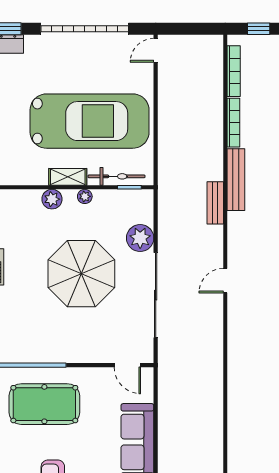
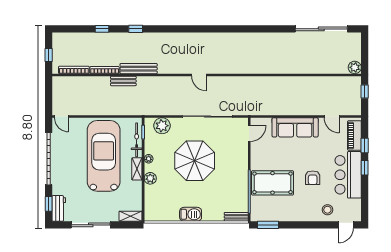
bench: (215, 203) -> (123, 81), moved
plant: (140, 238) -> (162, 126), moved
pool table: (44, 404) -> (273, 183), turned 90

